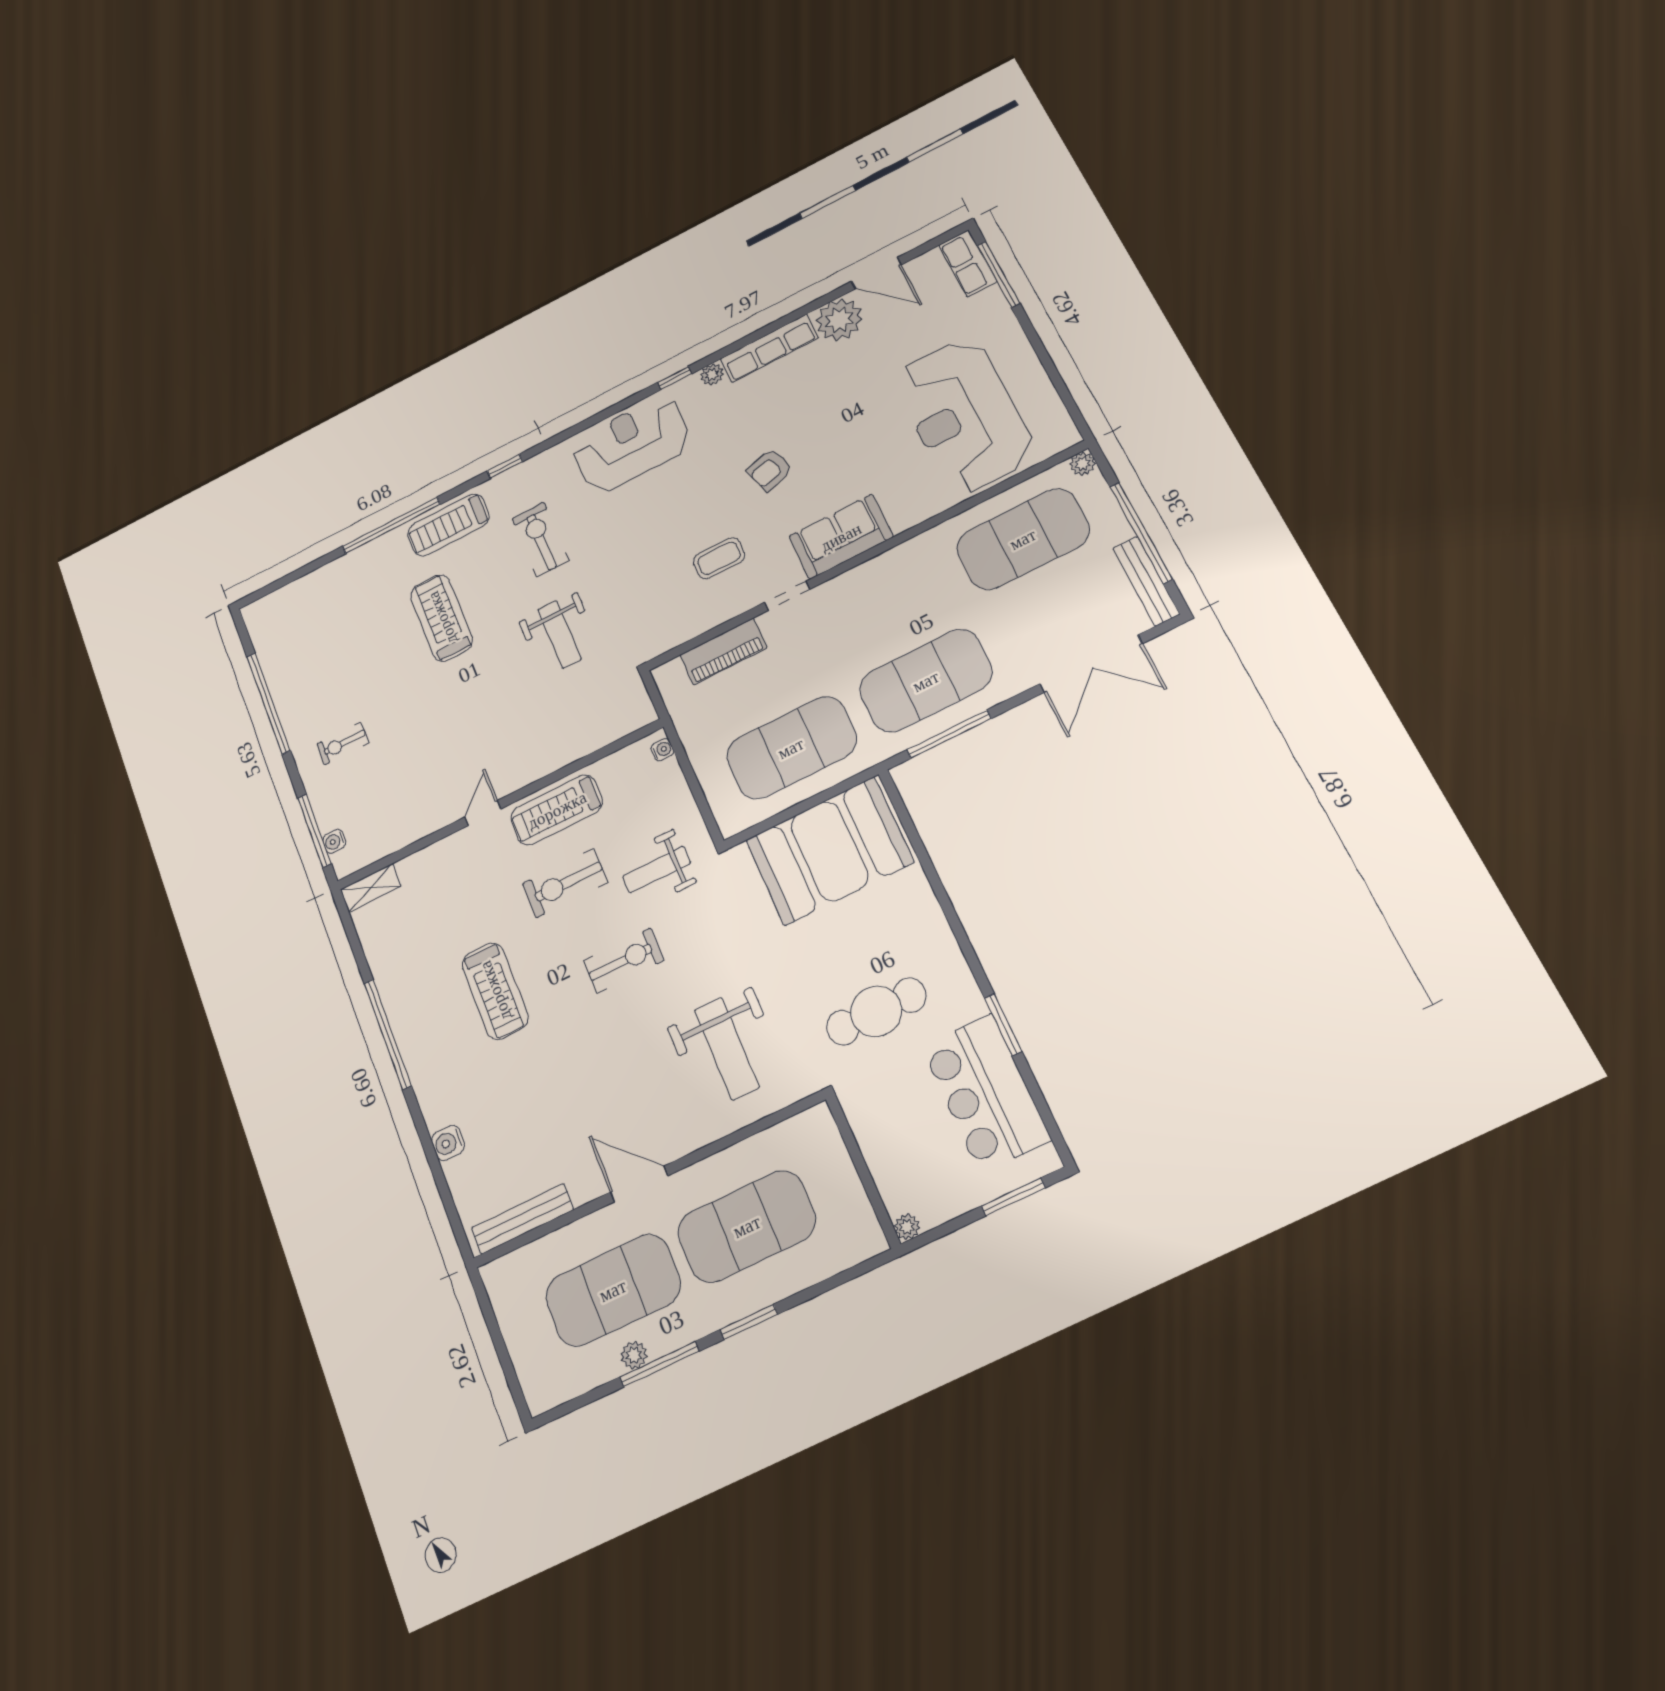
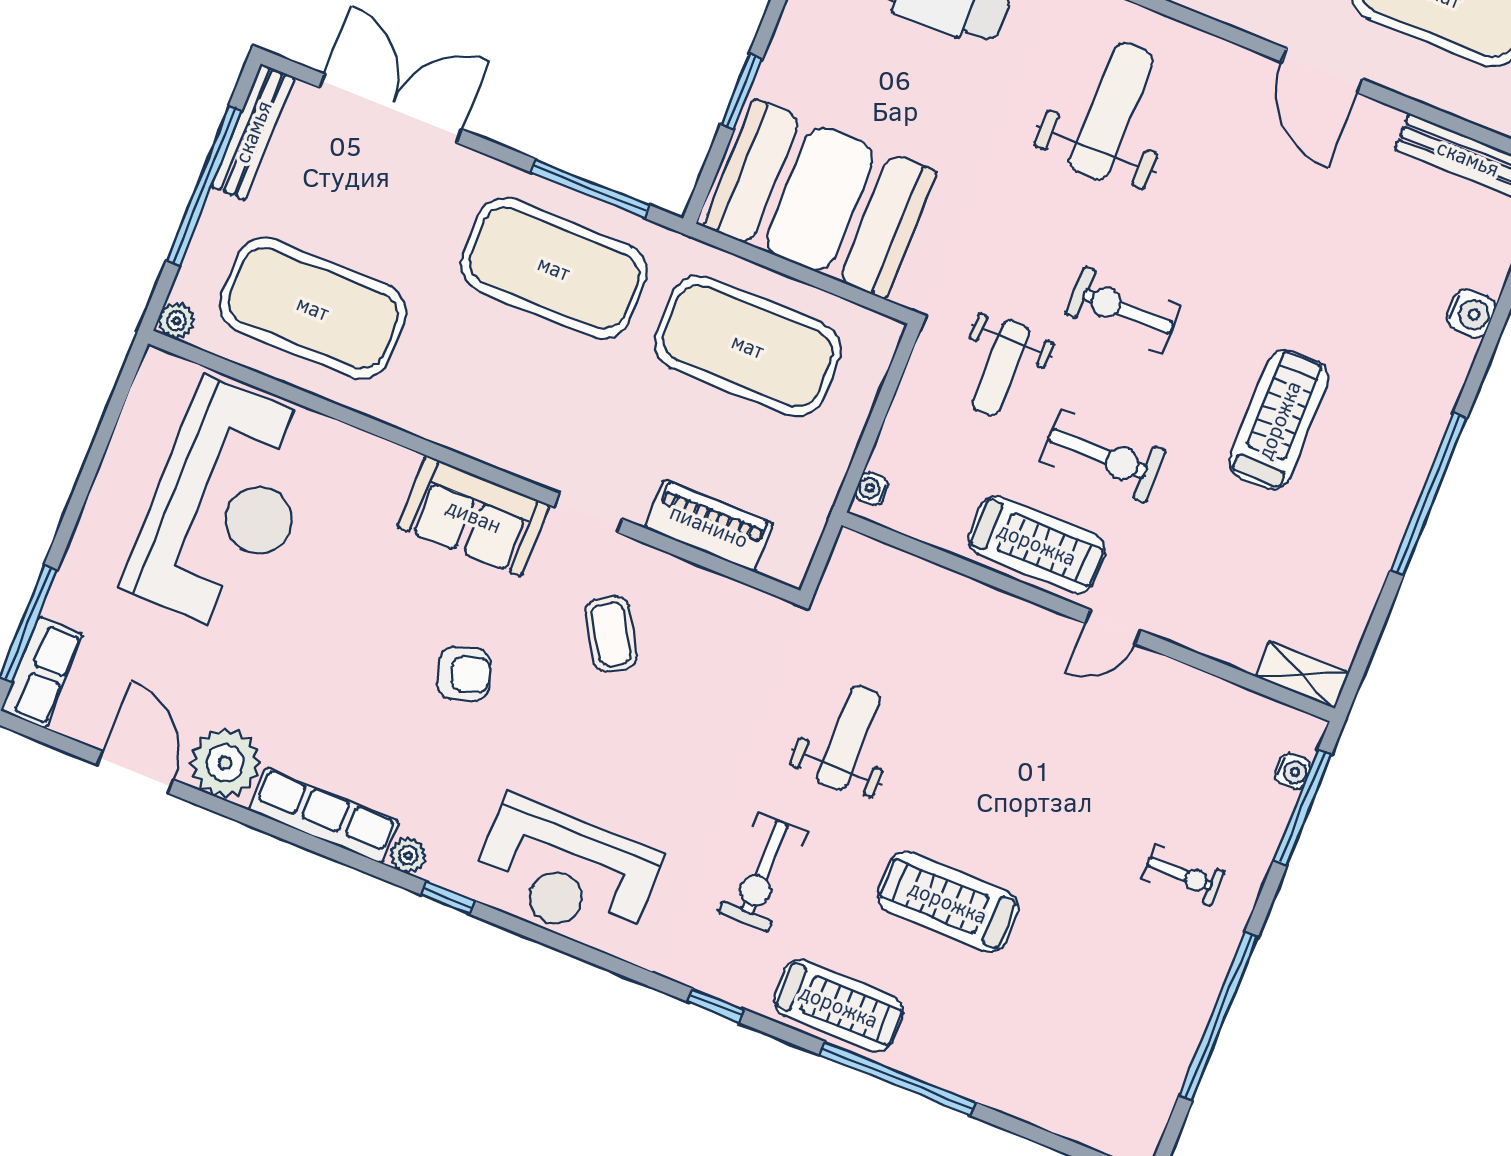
coffee table: (719, 558) -> (611, 634), turned 58
treadmill: (442, 618) -> (948, 902), turned 90
window: (924, 858) -> (741, 92), added
weight bench: (657, 870) -> (1001, 368), turned 90

